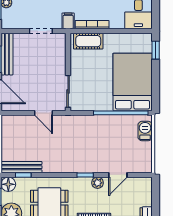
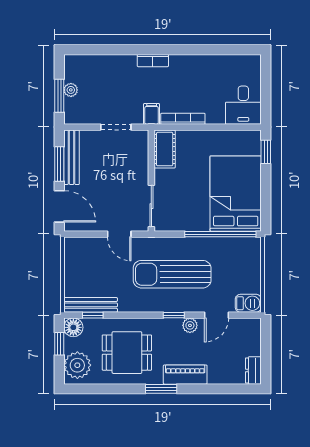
cot: (88, 41) -> (165, 149), moved, turned 90
barbecue: (145, 131) -> (248, 303), moved, turned 90
sun lounger: (84, 144) -> (172, 274), added

